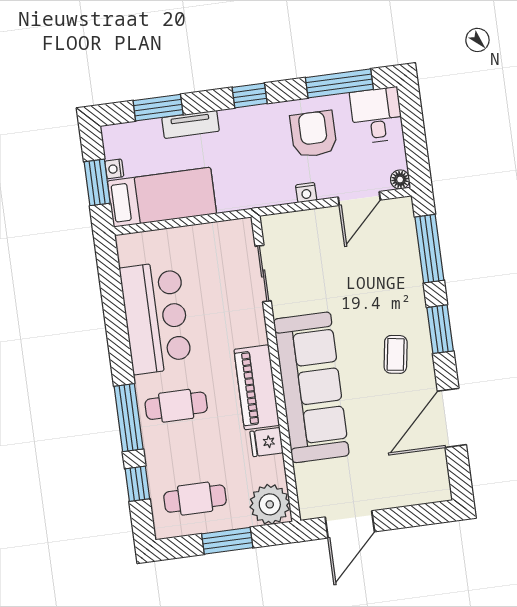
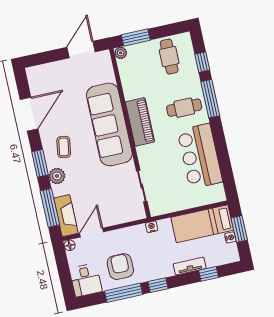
window: (339, 83) -> (124, 293), moved
window: (158, 108) -> (209, 274), width x0.67
armchair: (313, 134) -> (120, 267), turned 180
nightstand: (306, 193) -> (152, 227), moved
fireplace: (402, 233) -> (66, 216), added
plant: (412, 304) -> (57, 176), added
fridge: (266, 442) -> (132, 92), removed
cafe table: (195, 499) -> (169, 57), turned 90
plant: (270, 504) -> (121, 53), width x0.53, depth x0.53
window: (227, 541) -> (136, 37), moved

